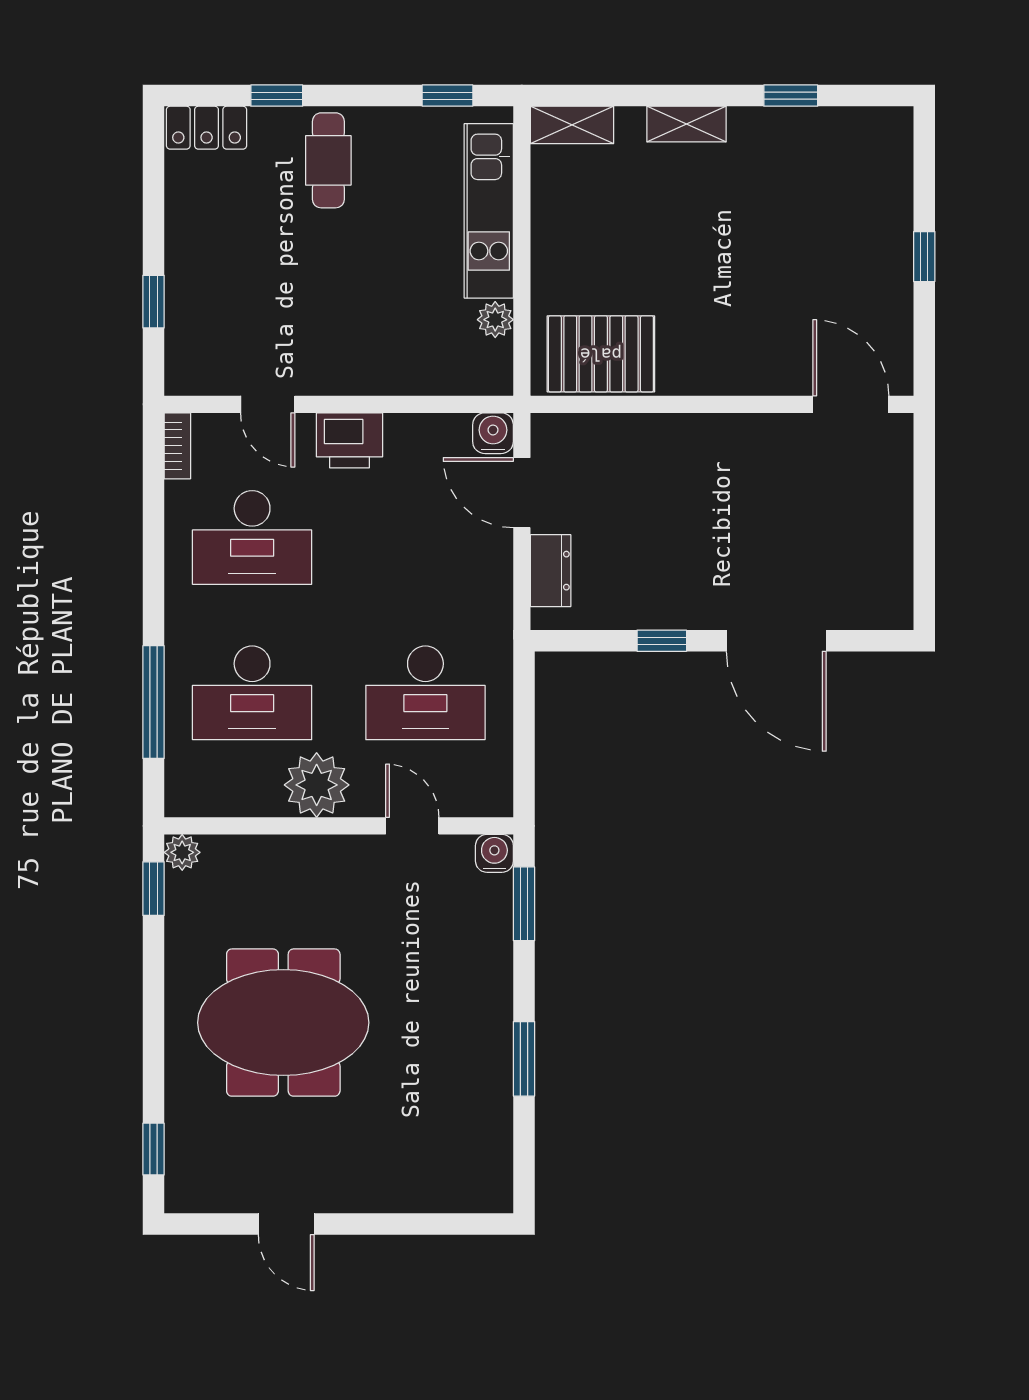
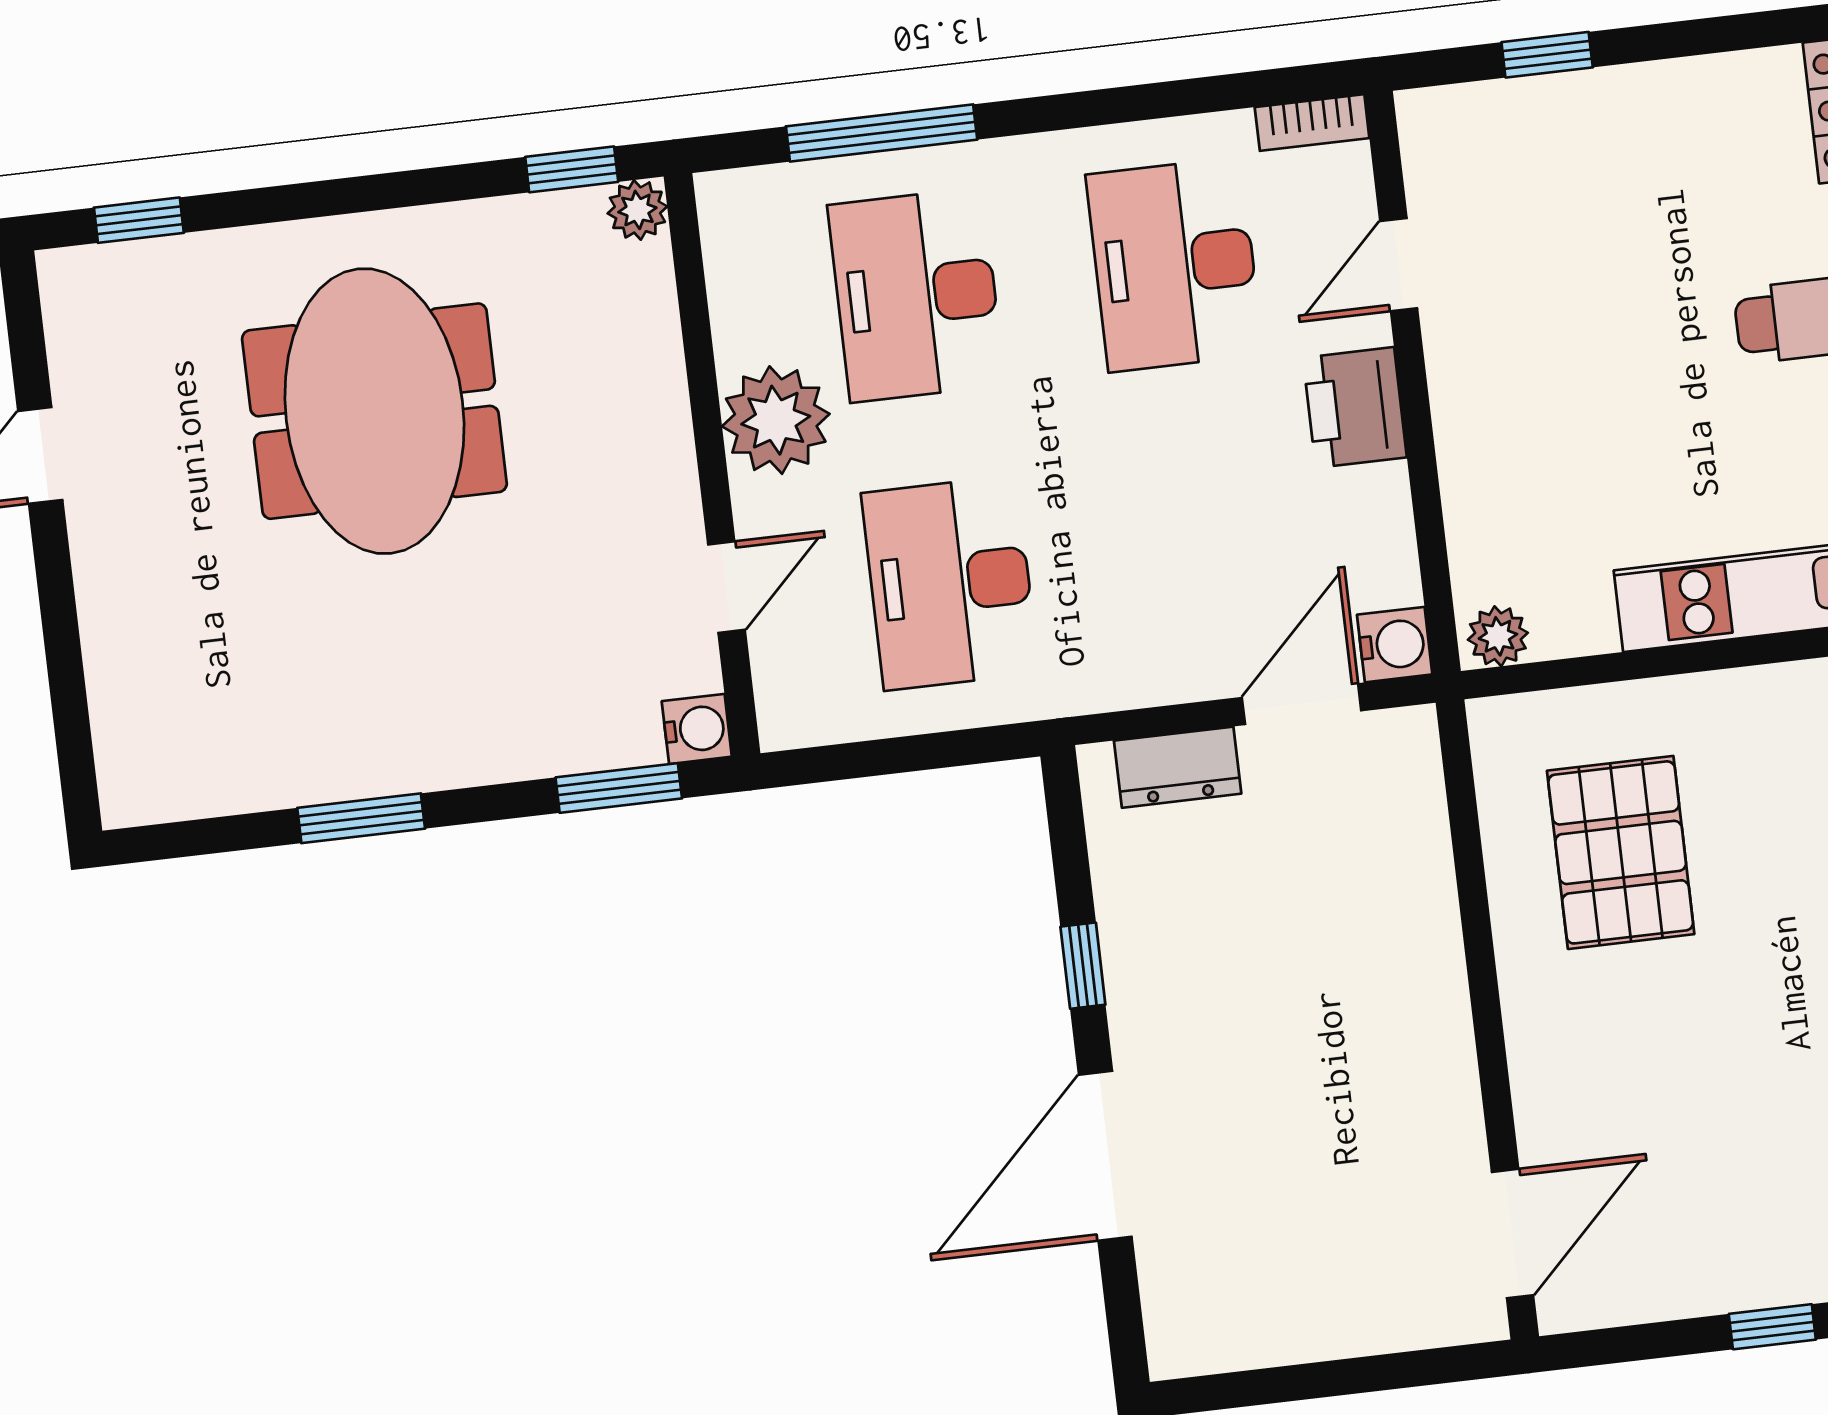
plant: (495, 320) -> (1498, 636), moved
pallet: (601, 354) -> (1621, 852), moved

